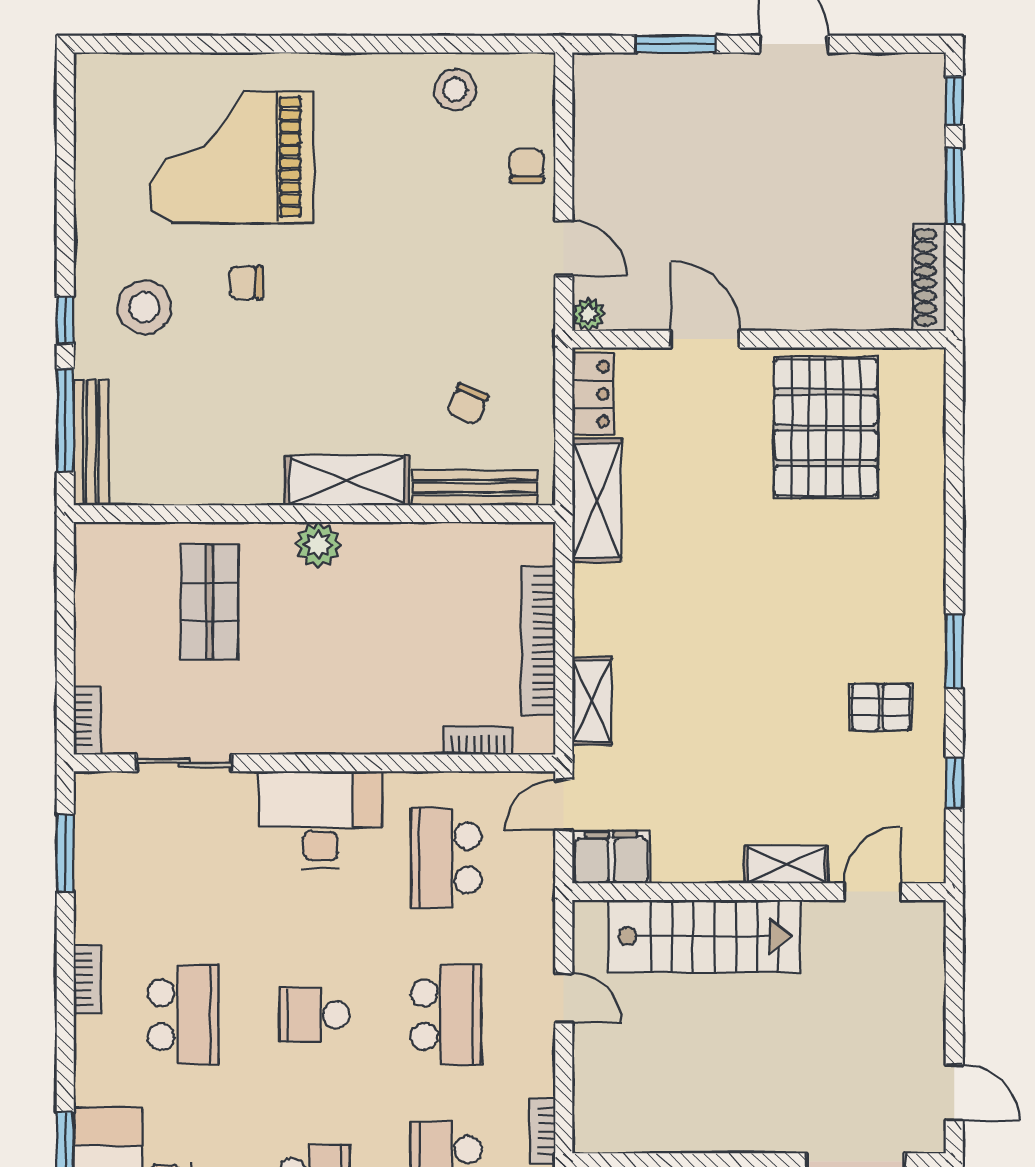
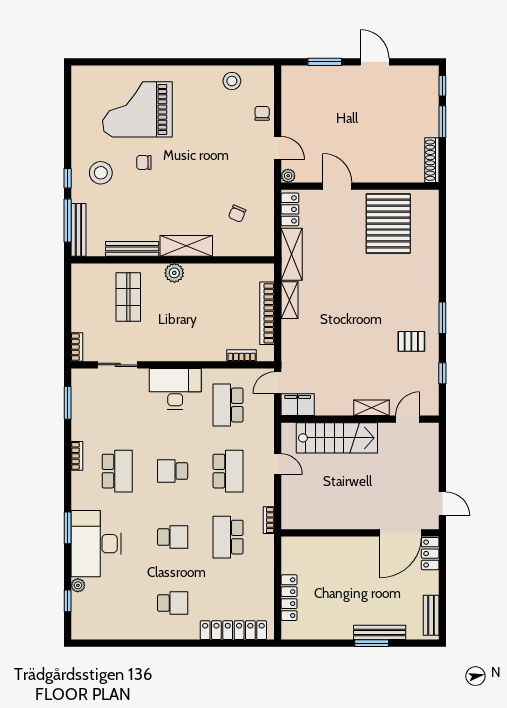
bench: (475, 488) -> (132, 249), moved
shelving: (592, 701) -> (289, 300), moved

